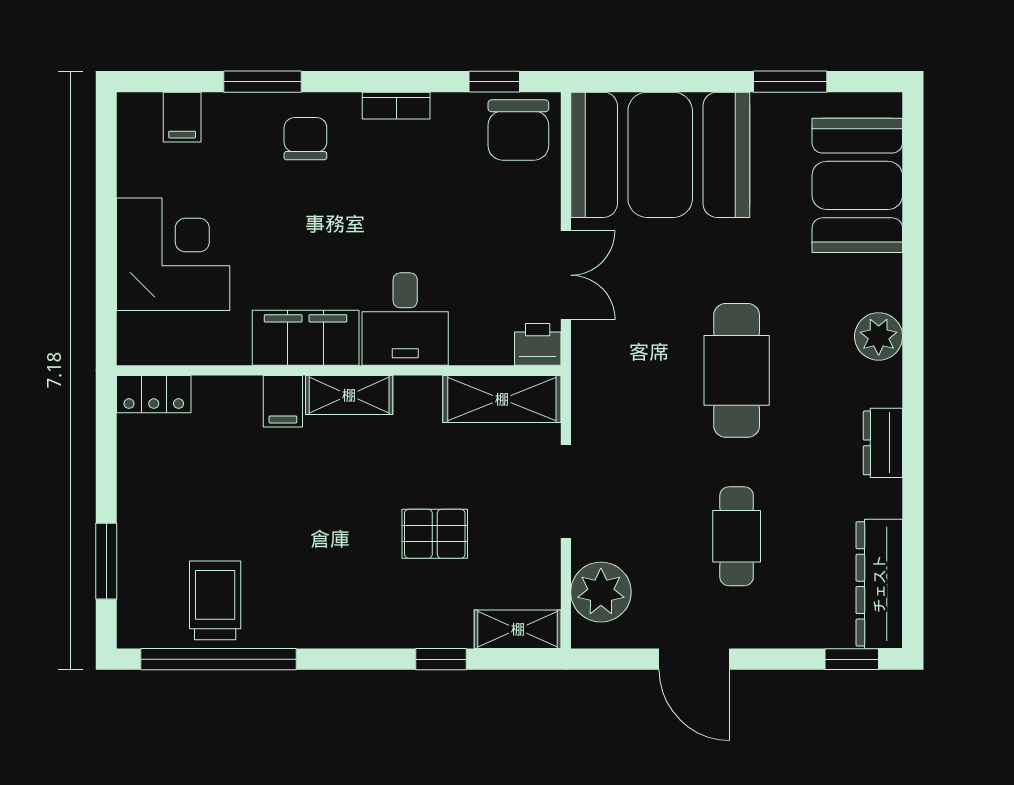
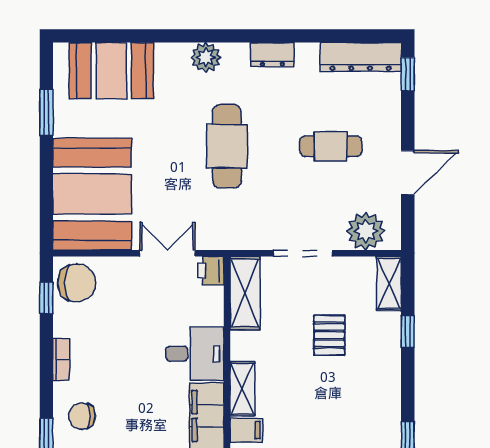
cafe table: (737, 370) -> (227, 146), turned 90

